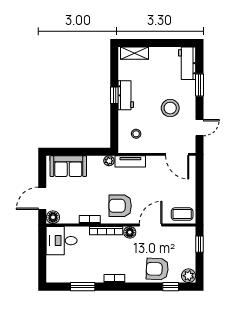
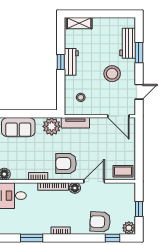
workbench: (187, 63) -> (128, 43), moved
plant: (109, 161) -> (52, 126), width x1.88, depth x1.88
window: (199, 244) -> (139, 209), moved

